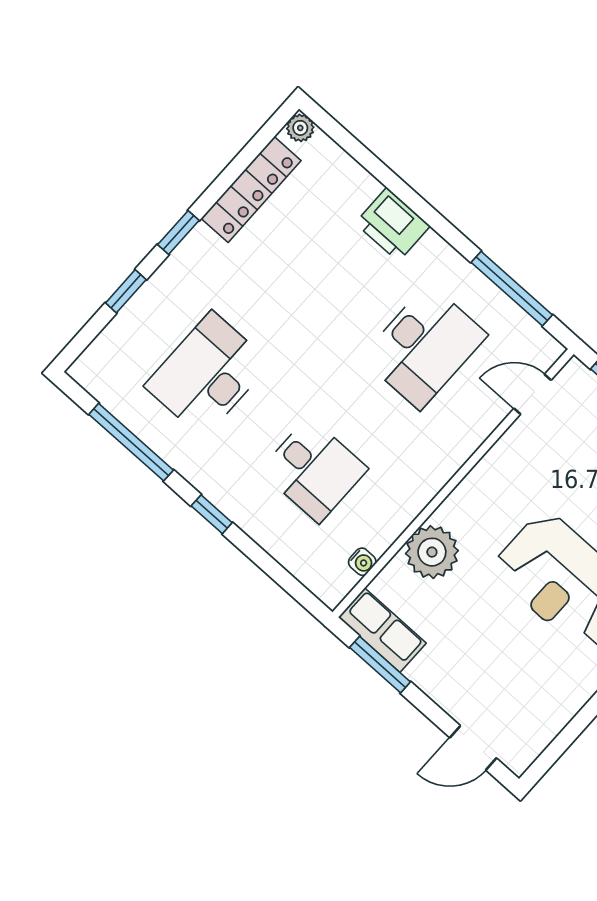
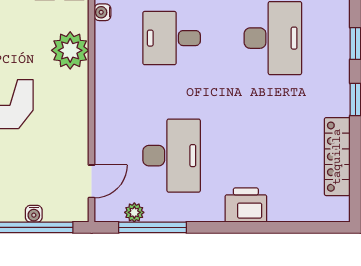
plant: (300, 128) -> (134, 212), moved
desk: (424, 346) -> (172, 156), turned 180

